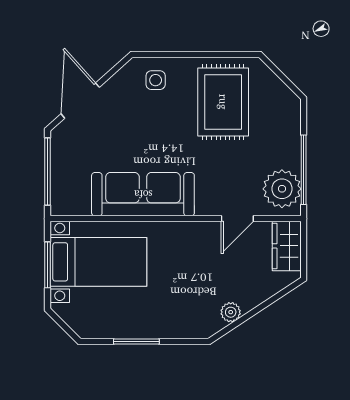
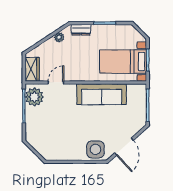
side table: (156, 80) -> (95, 149), width x1.87, depth x1.87
door: (80, 101) -> (124, 147), moved
rug: (223, 102) -> (63, 139), removed
dresser: (186, 328) -> (81, 30), added

